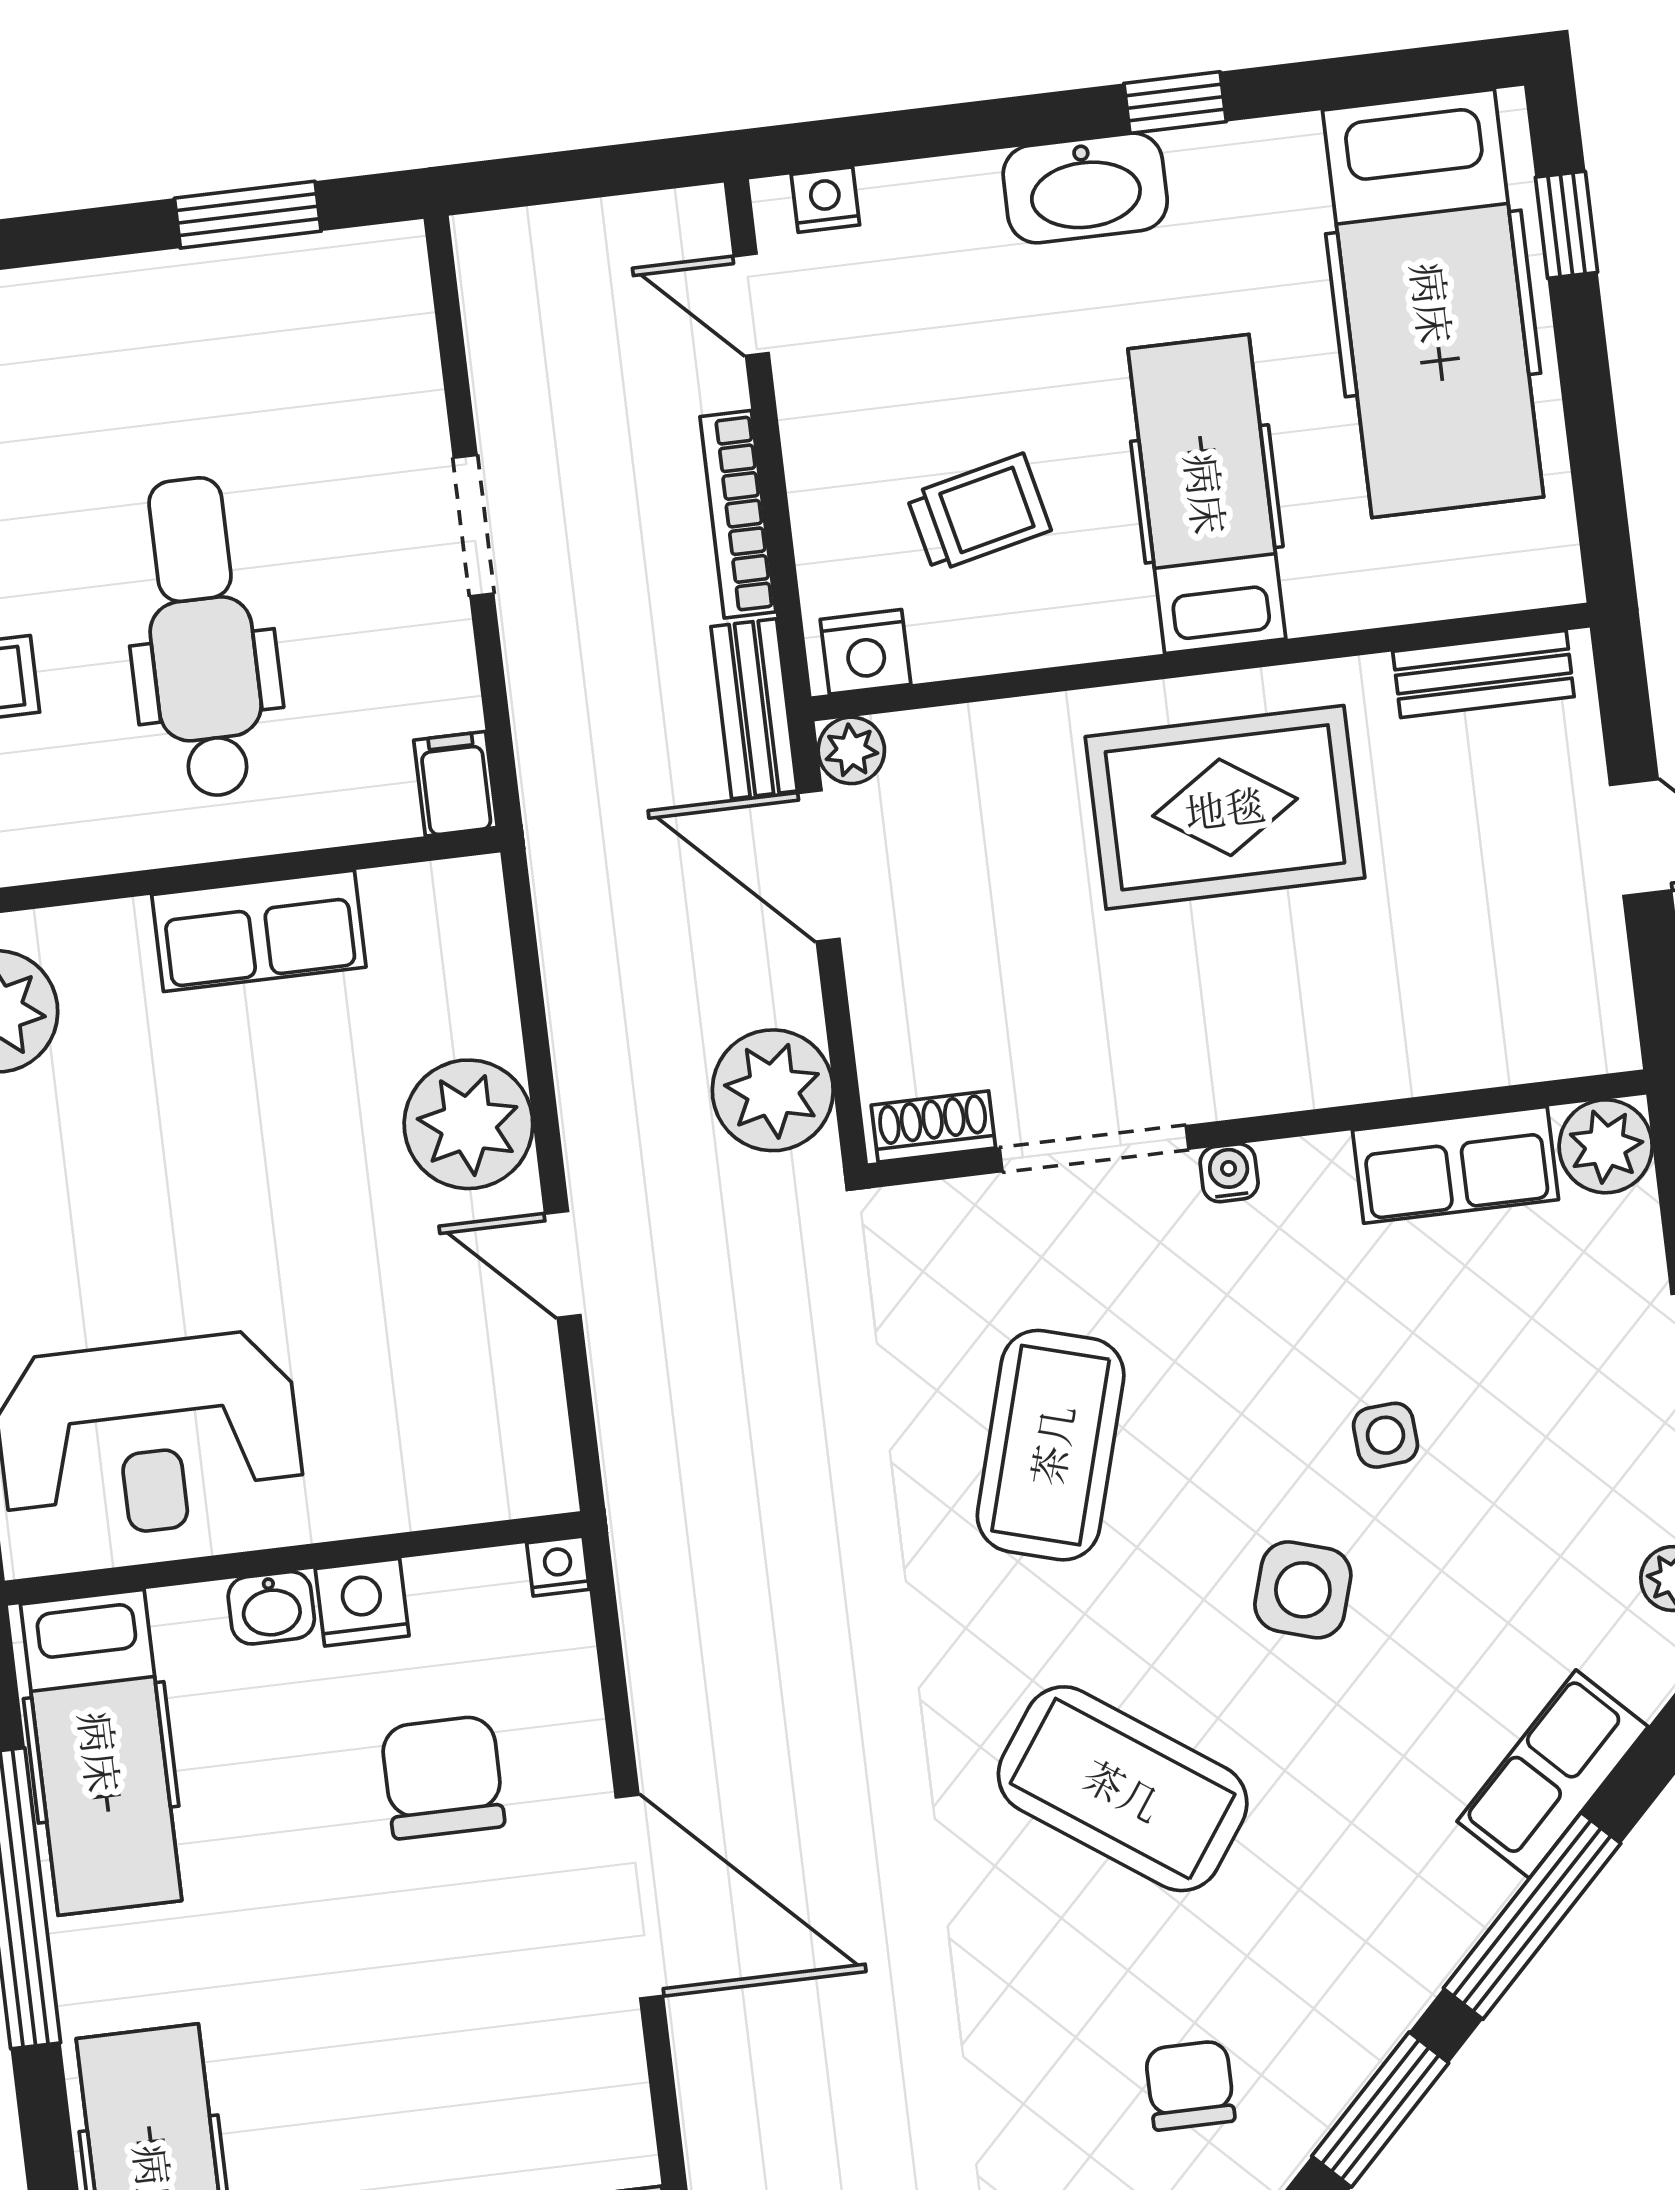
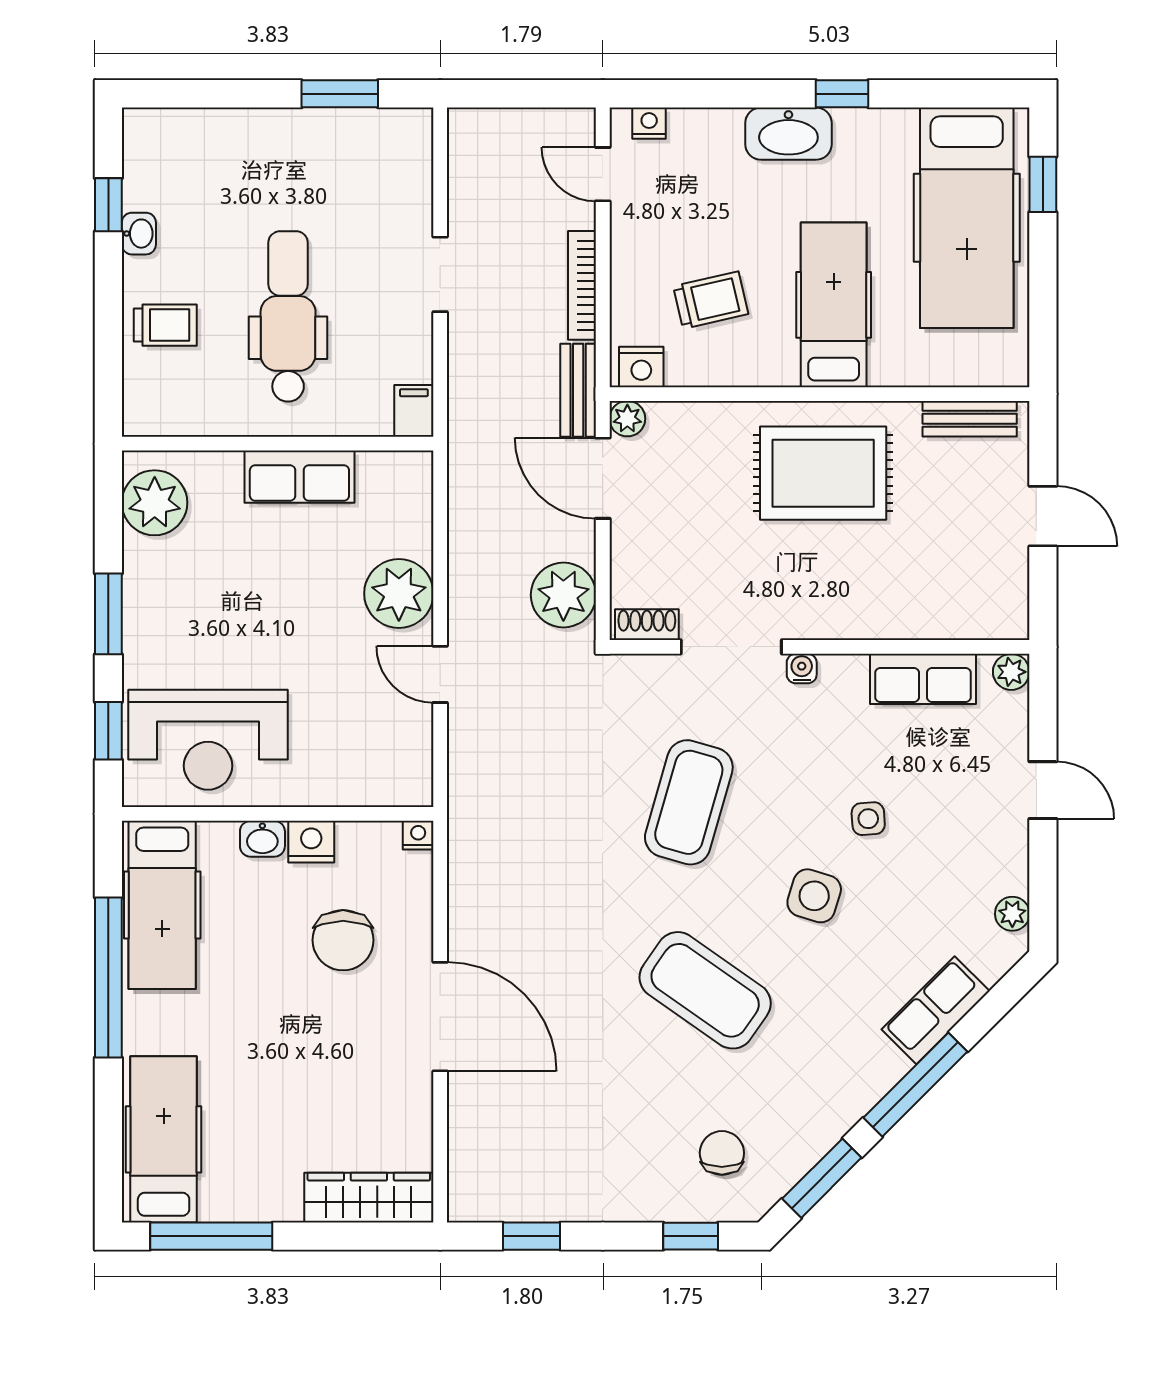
plant: (1606, 1146) -> (1011, 672), width x0.73, depth x0.73
chair: (443, 1777) -> (343, 940), turned 180

